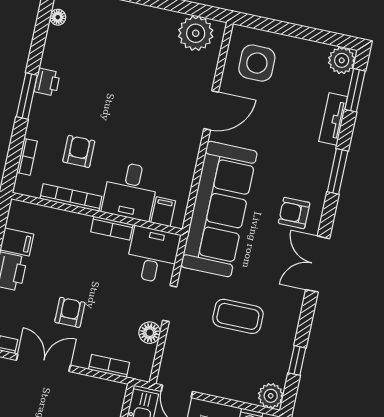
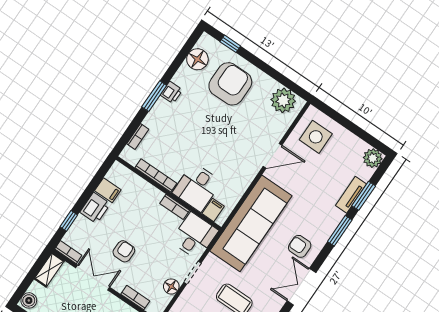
floor lamp: (58, 17) -> (197, 59), width x1.89, depth x1.89
window: (355, 90) -> (364, 196), moved
armchair: (79, 151) -> (230, 84), moved, width x1.88, depth x1.88

